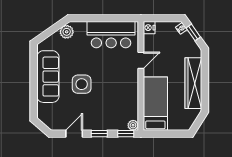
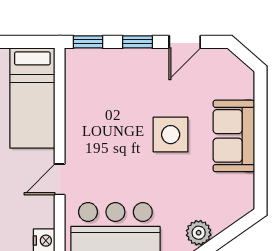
sofa: (48, 77) -> (234, 136), width x0.73
plant: (133, 125) -> (74, 58), removed

